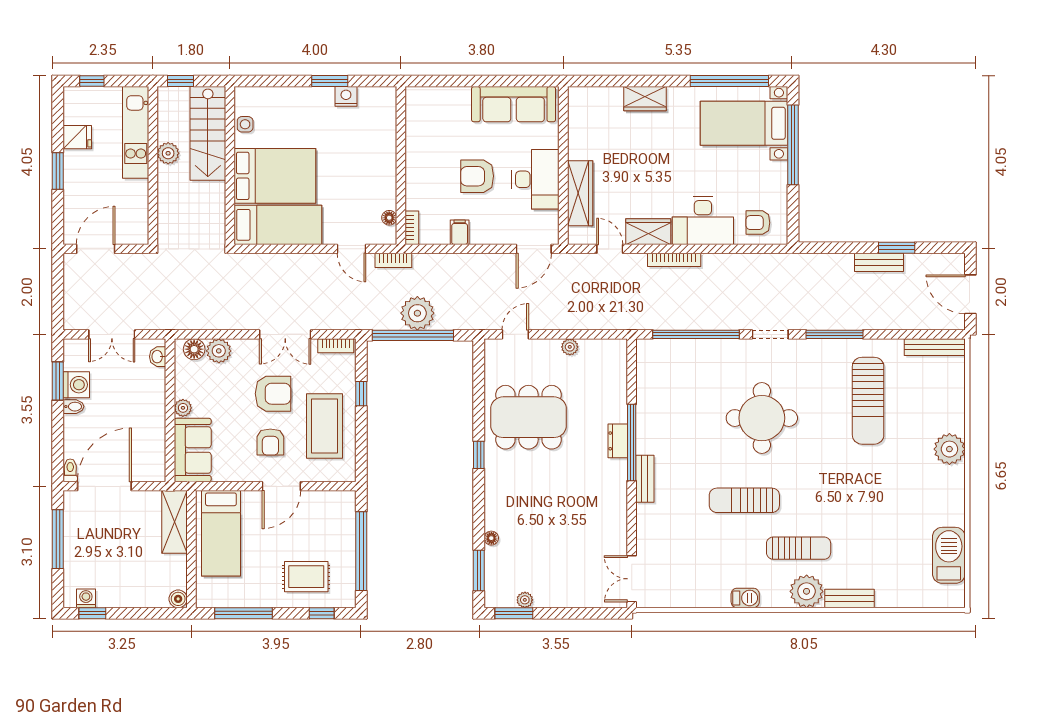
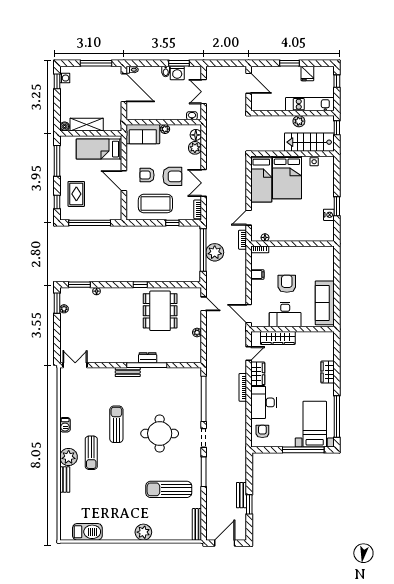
armchair: (273, 394) -> (172, 176), turned -90
shelving: (175, 522) -> (87, 125), moved

